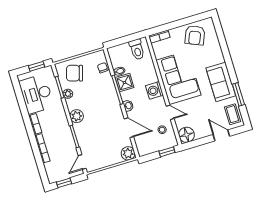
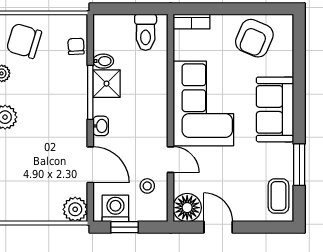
sofa: (221, 82) -> (275, 109), moved
washing machine: (154, 90) -> (115, 208), moved, turned 90
door: (221, 135) -> (218, 227), moved
window: (167, 152) -> (124, 227), moved

